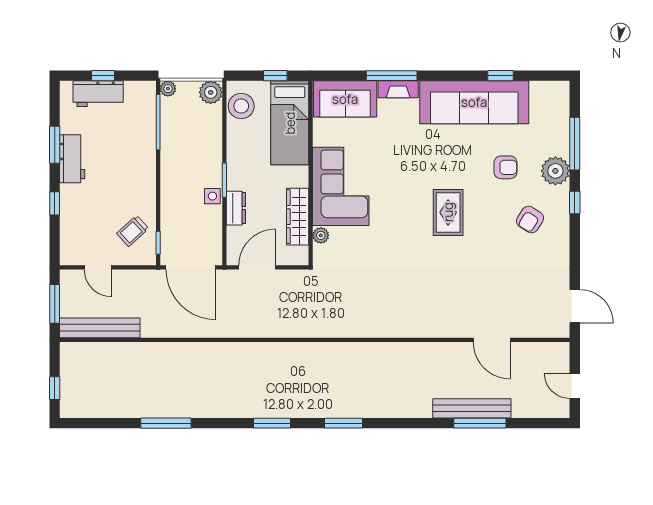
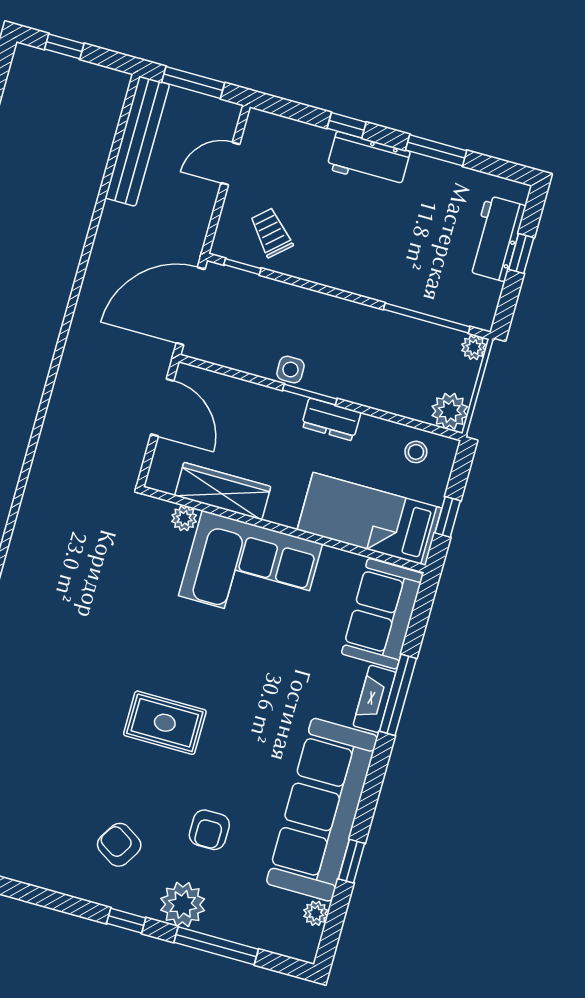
plant: (538, 89) -> (316, 913), added
stool: (241, 106) -> (416, 452), width x0.53, depth x0.53
workbench: (72, 159) -> (368, 160), moved
dresser: (236, 208) -> (331, 420), moved

